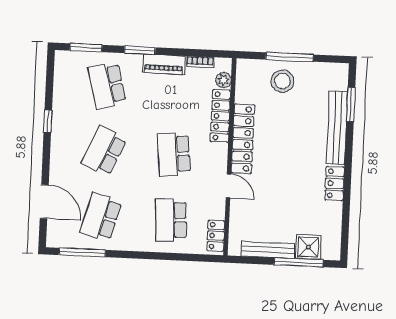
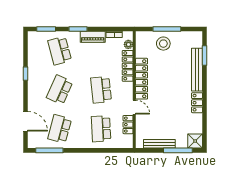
locker: (216, 236) -> (128, 125), moved
shower: (308, 247) -> (195, 141), moved

